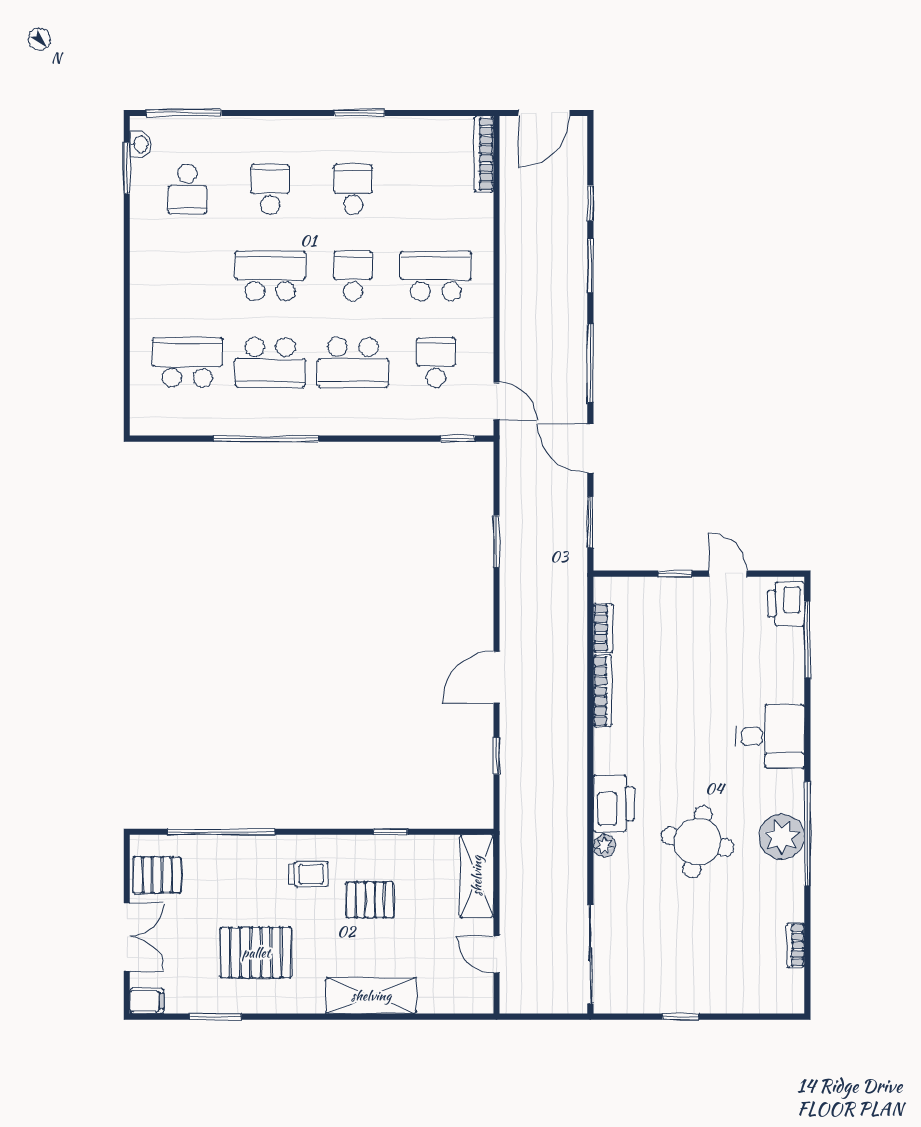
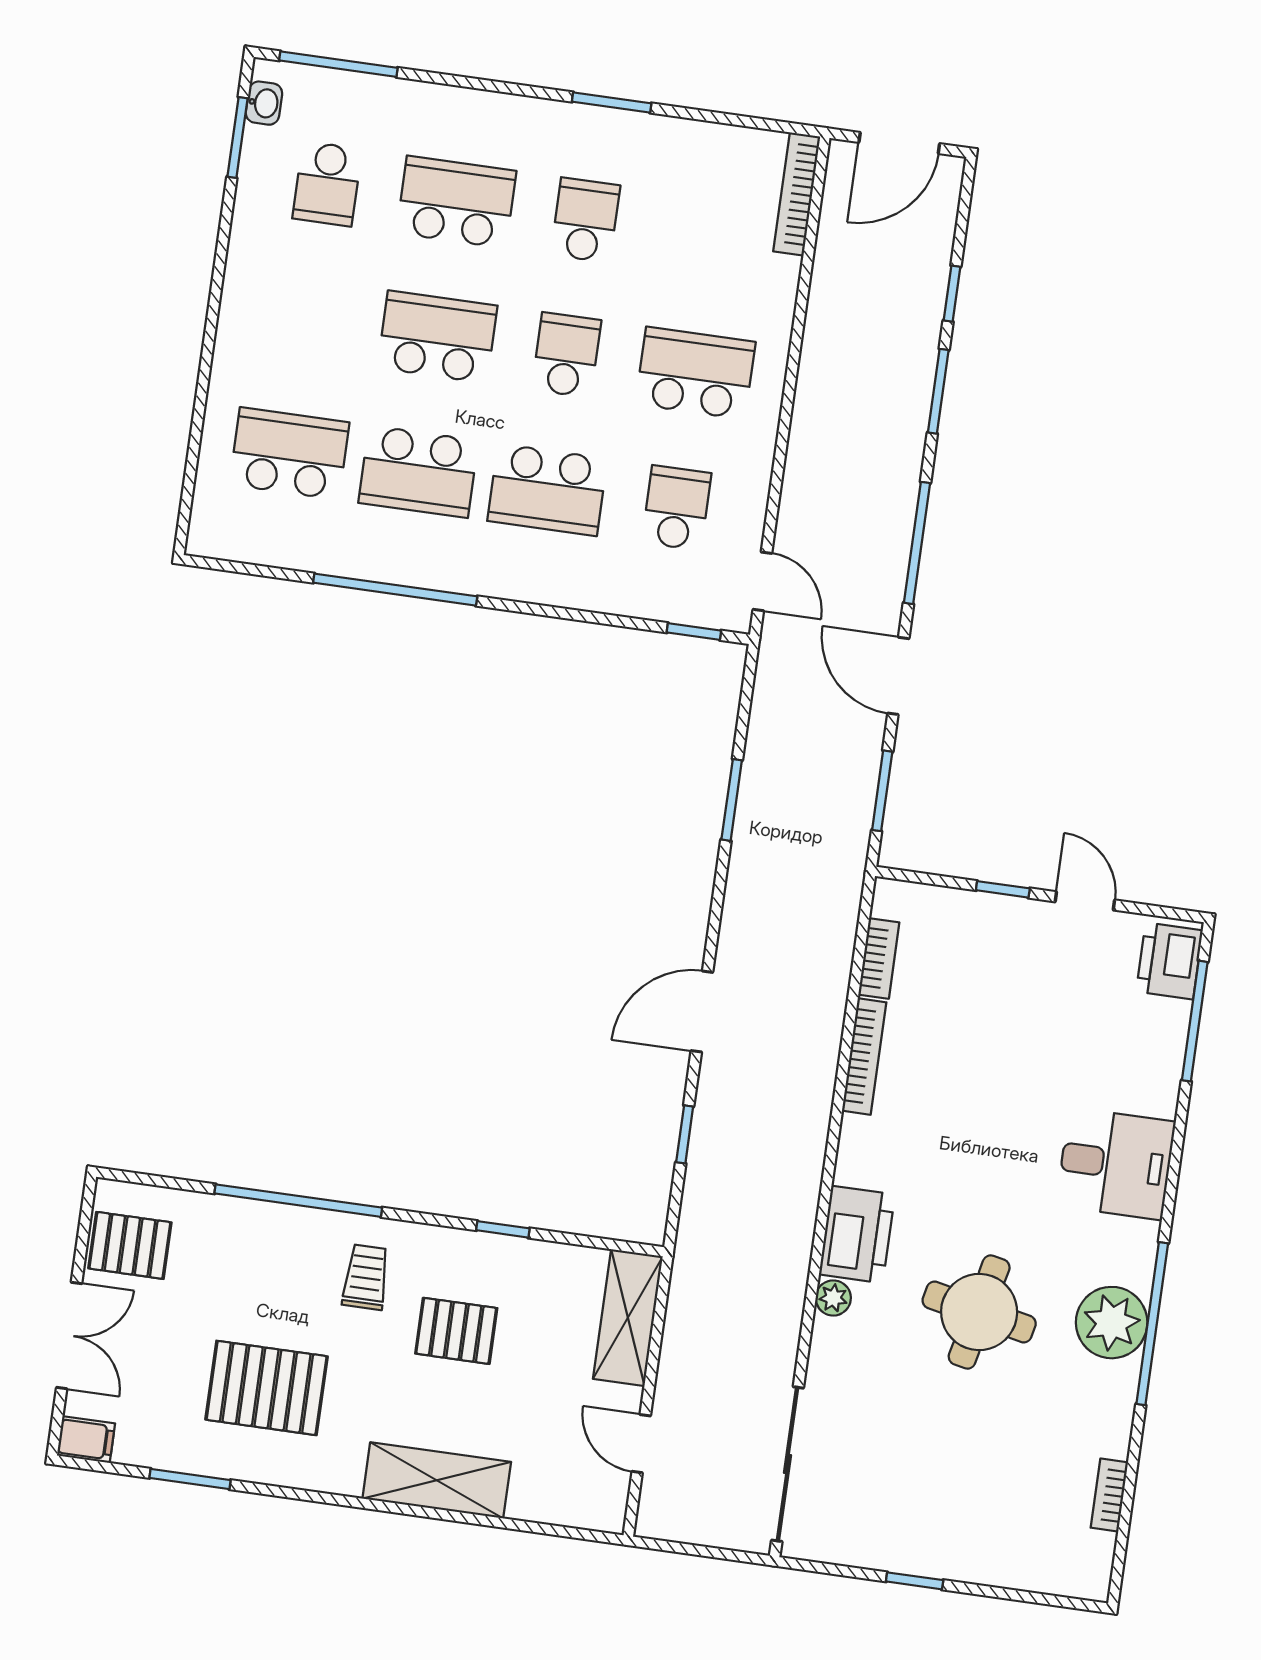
school desk: (270, 189) -> (456, 202), width x1.85
window: (221, 832) -> (298, 1201), moved
trolley: (308, 874) -> (366, 1277), turned -90

